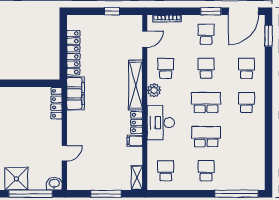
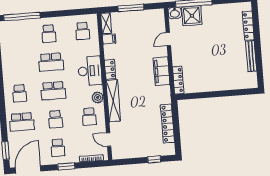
window: (112, 11) -> (154, 159), moved
window: (211, 11) -> (66, 166), moved
door: (145, 39) -> (109, 140), hinge flipped
school desk: (246, 68) -> (22, 122), width x1.85
filing cabinet: (75, 93) -> (162, 71), moved
filing cabinet: (135, 141) -> (109, 39), moved
shower: (16, 179) -> (192, 16), moved

